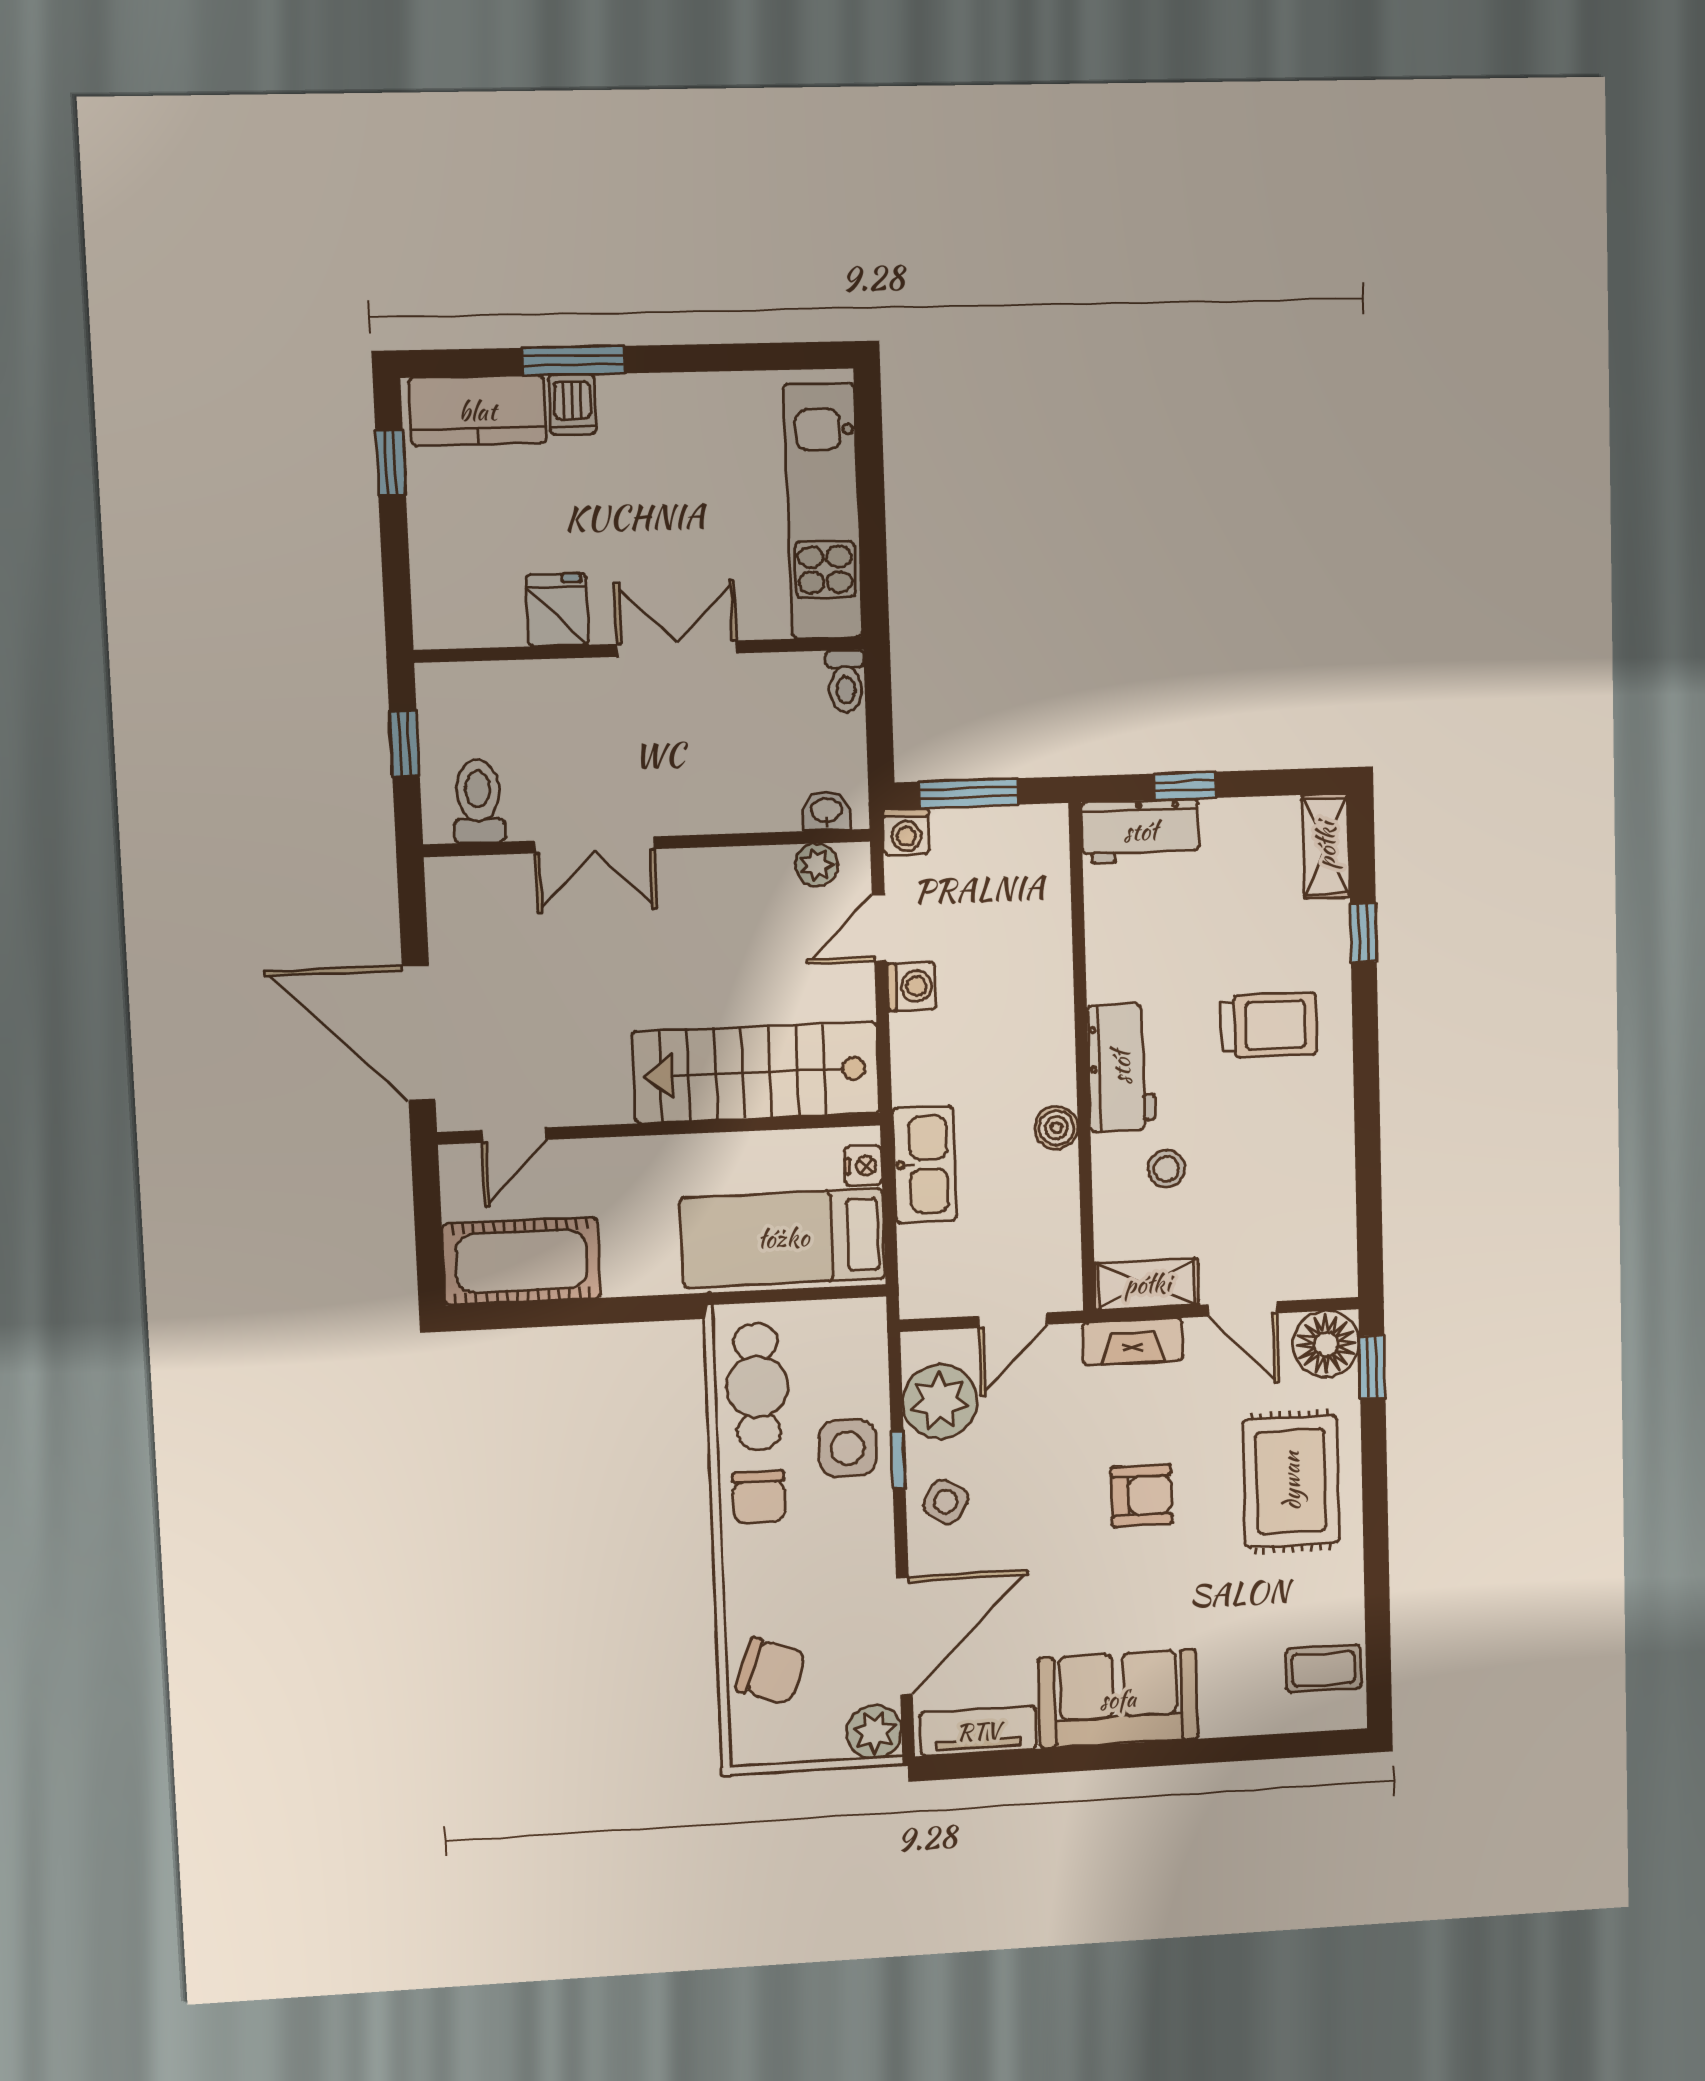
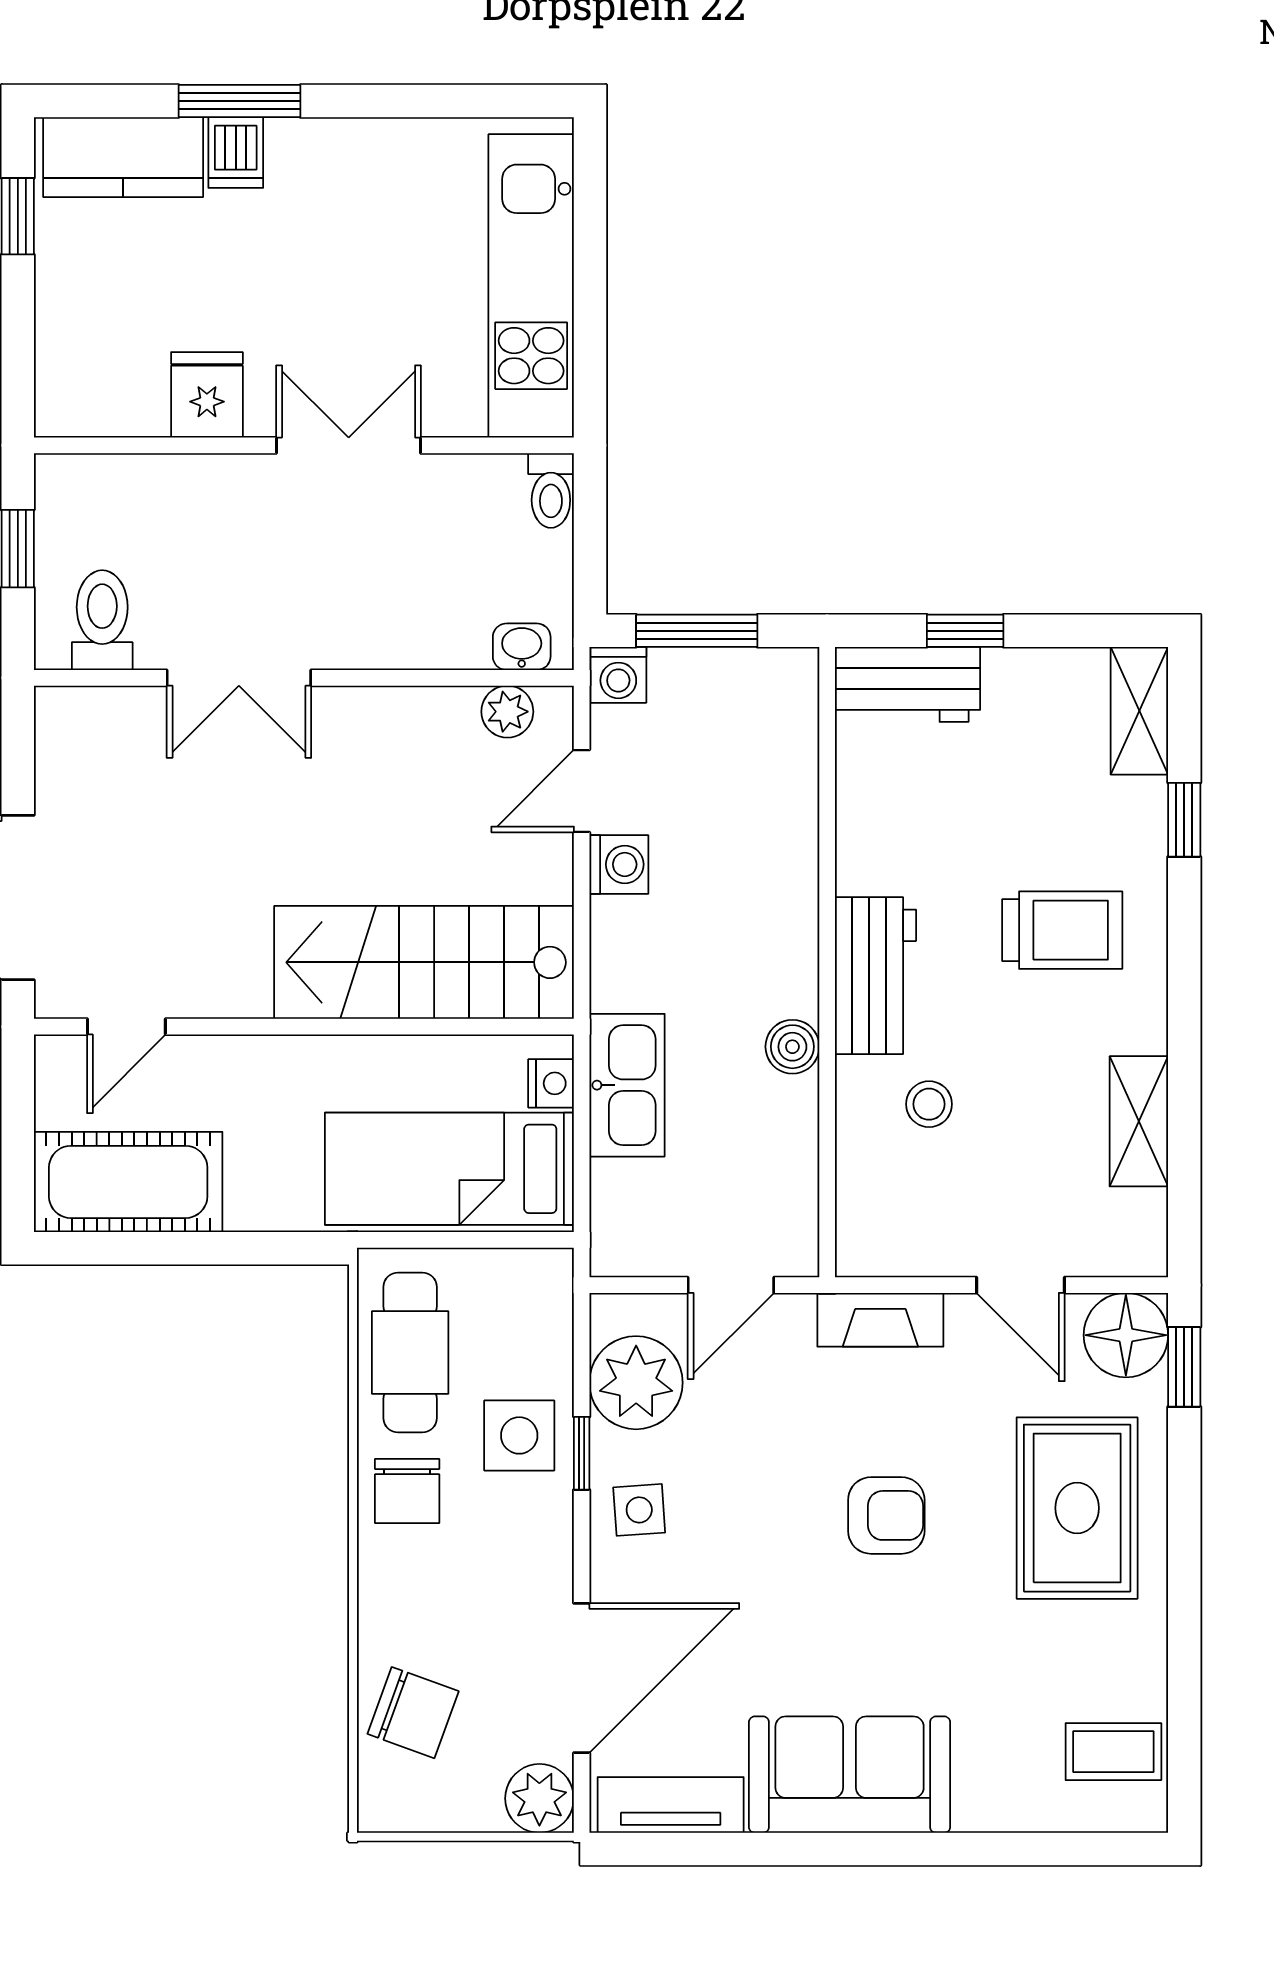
shelving: (1147, 1284) -> (1139, 1121), moved, turned 90
side table: (946, 1502) -> (639, 1510), turned -36

